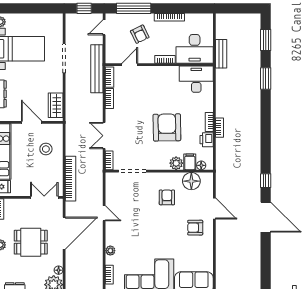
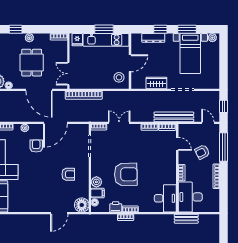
wardrobe: (56, 105) -> (156, 83), moved
stool: (46, 149) -> (119, 77), moved
floor lamp: (191, 181) -> (82, 205), moved
double door: (44, 197) -> (68, 74), swing flipped
door: (104, 213) -> (55, 123), width x1.87
armchair: (195, 228) -> (36, 146), moved

